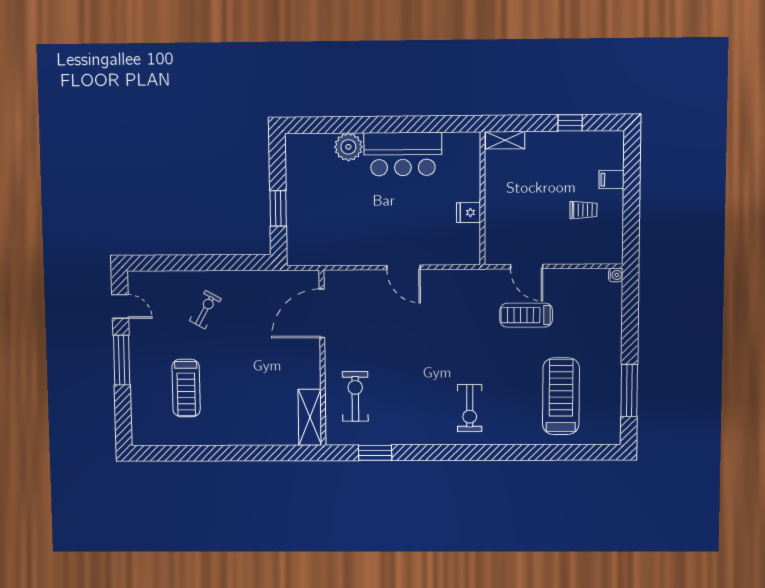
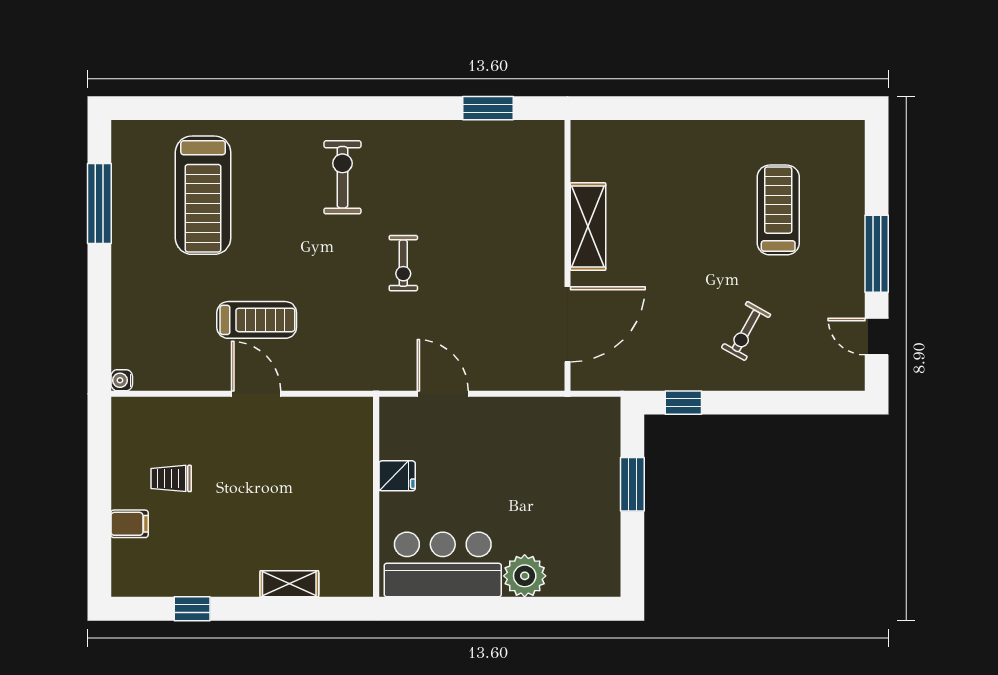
wall: (482, 199) -> (376, 497), moved
fridge: (469, 213) -> (397, 476), moved
window: (245, 263) -> (683, 403), added
exercise bike: (355, 396) -> (403, 263), moved, width x0.73, depth x0.72
shelving: (310, 417) -> (588, 227), moved

